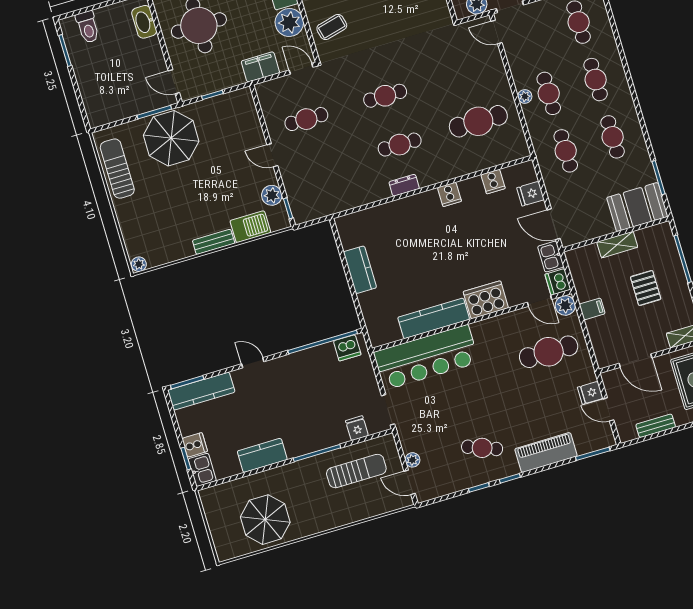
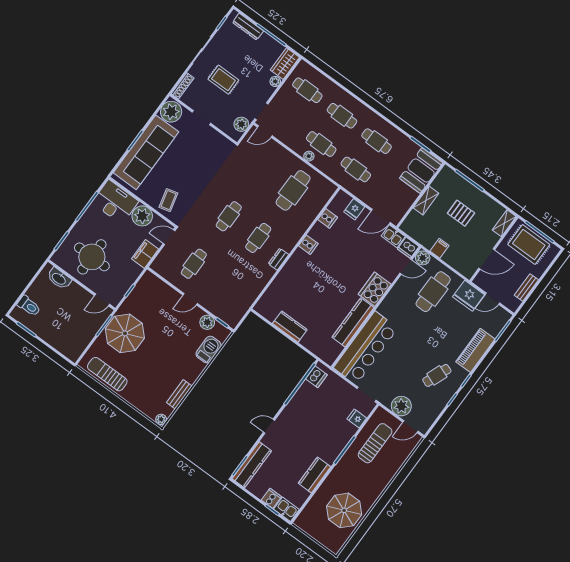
bench: (214, 242) -> (179, 394), moved
fridge: (590, 393) -> (469, 296), width x1.88, depth x1.34
plant: (412, 460) -> (401, 406), width x1.88, depth x1.88

